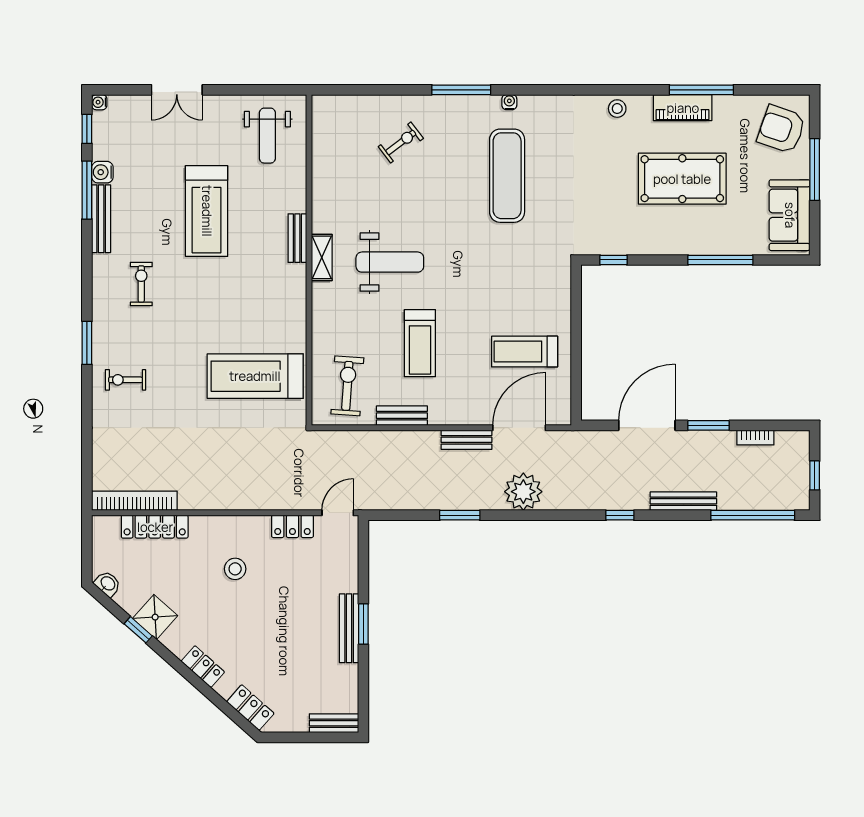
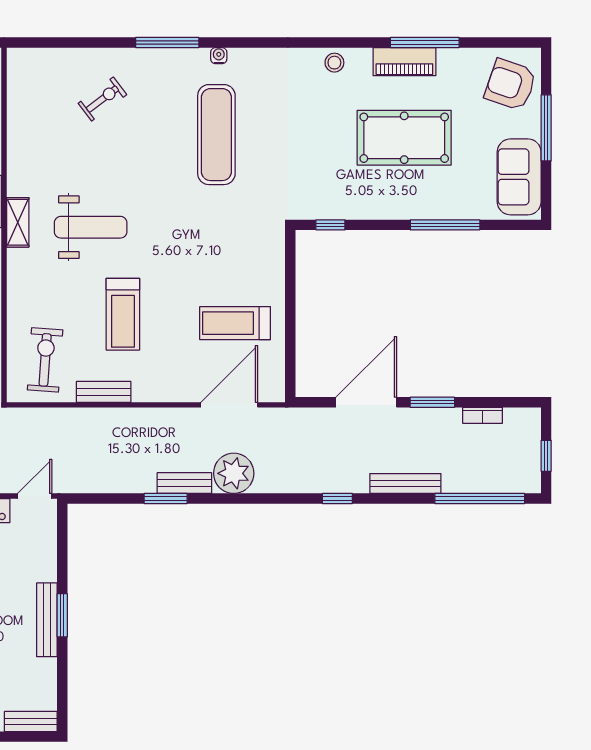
bench: (467, 440) -> (184, 483), moved

